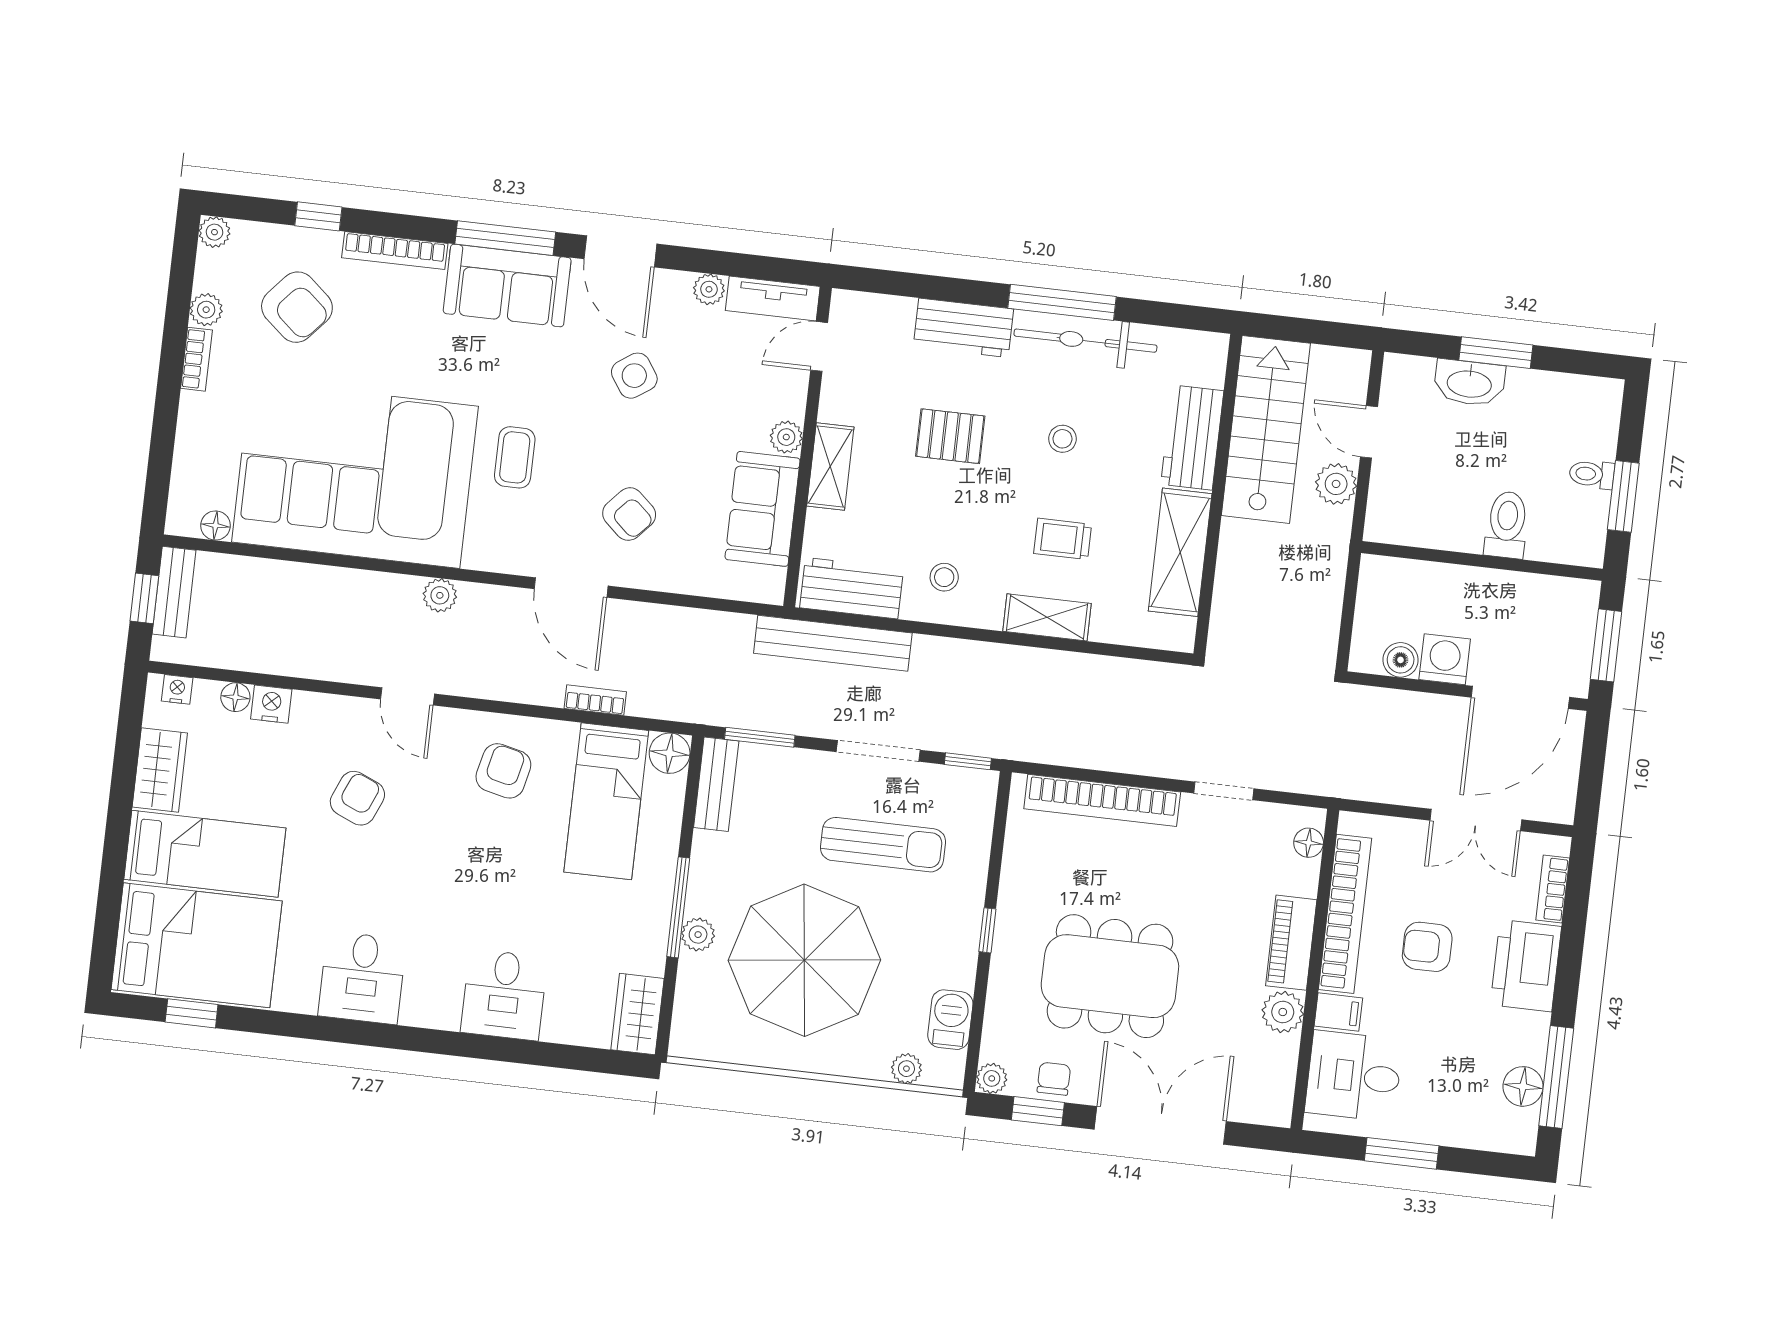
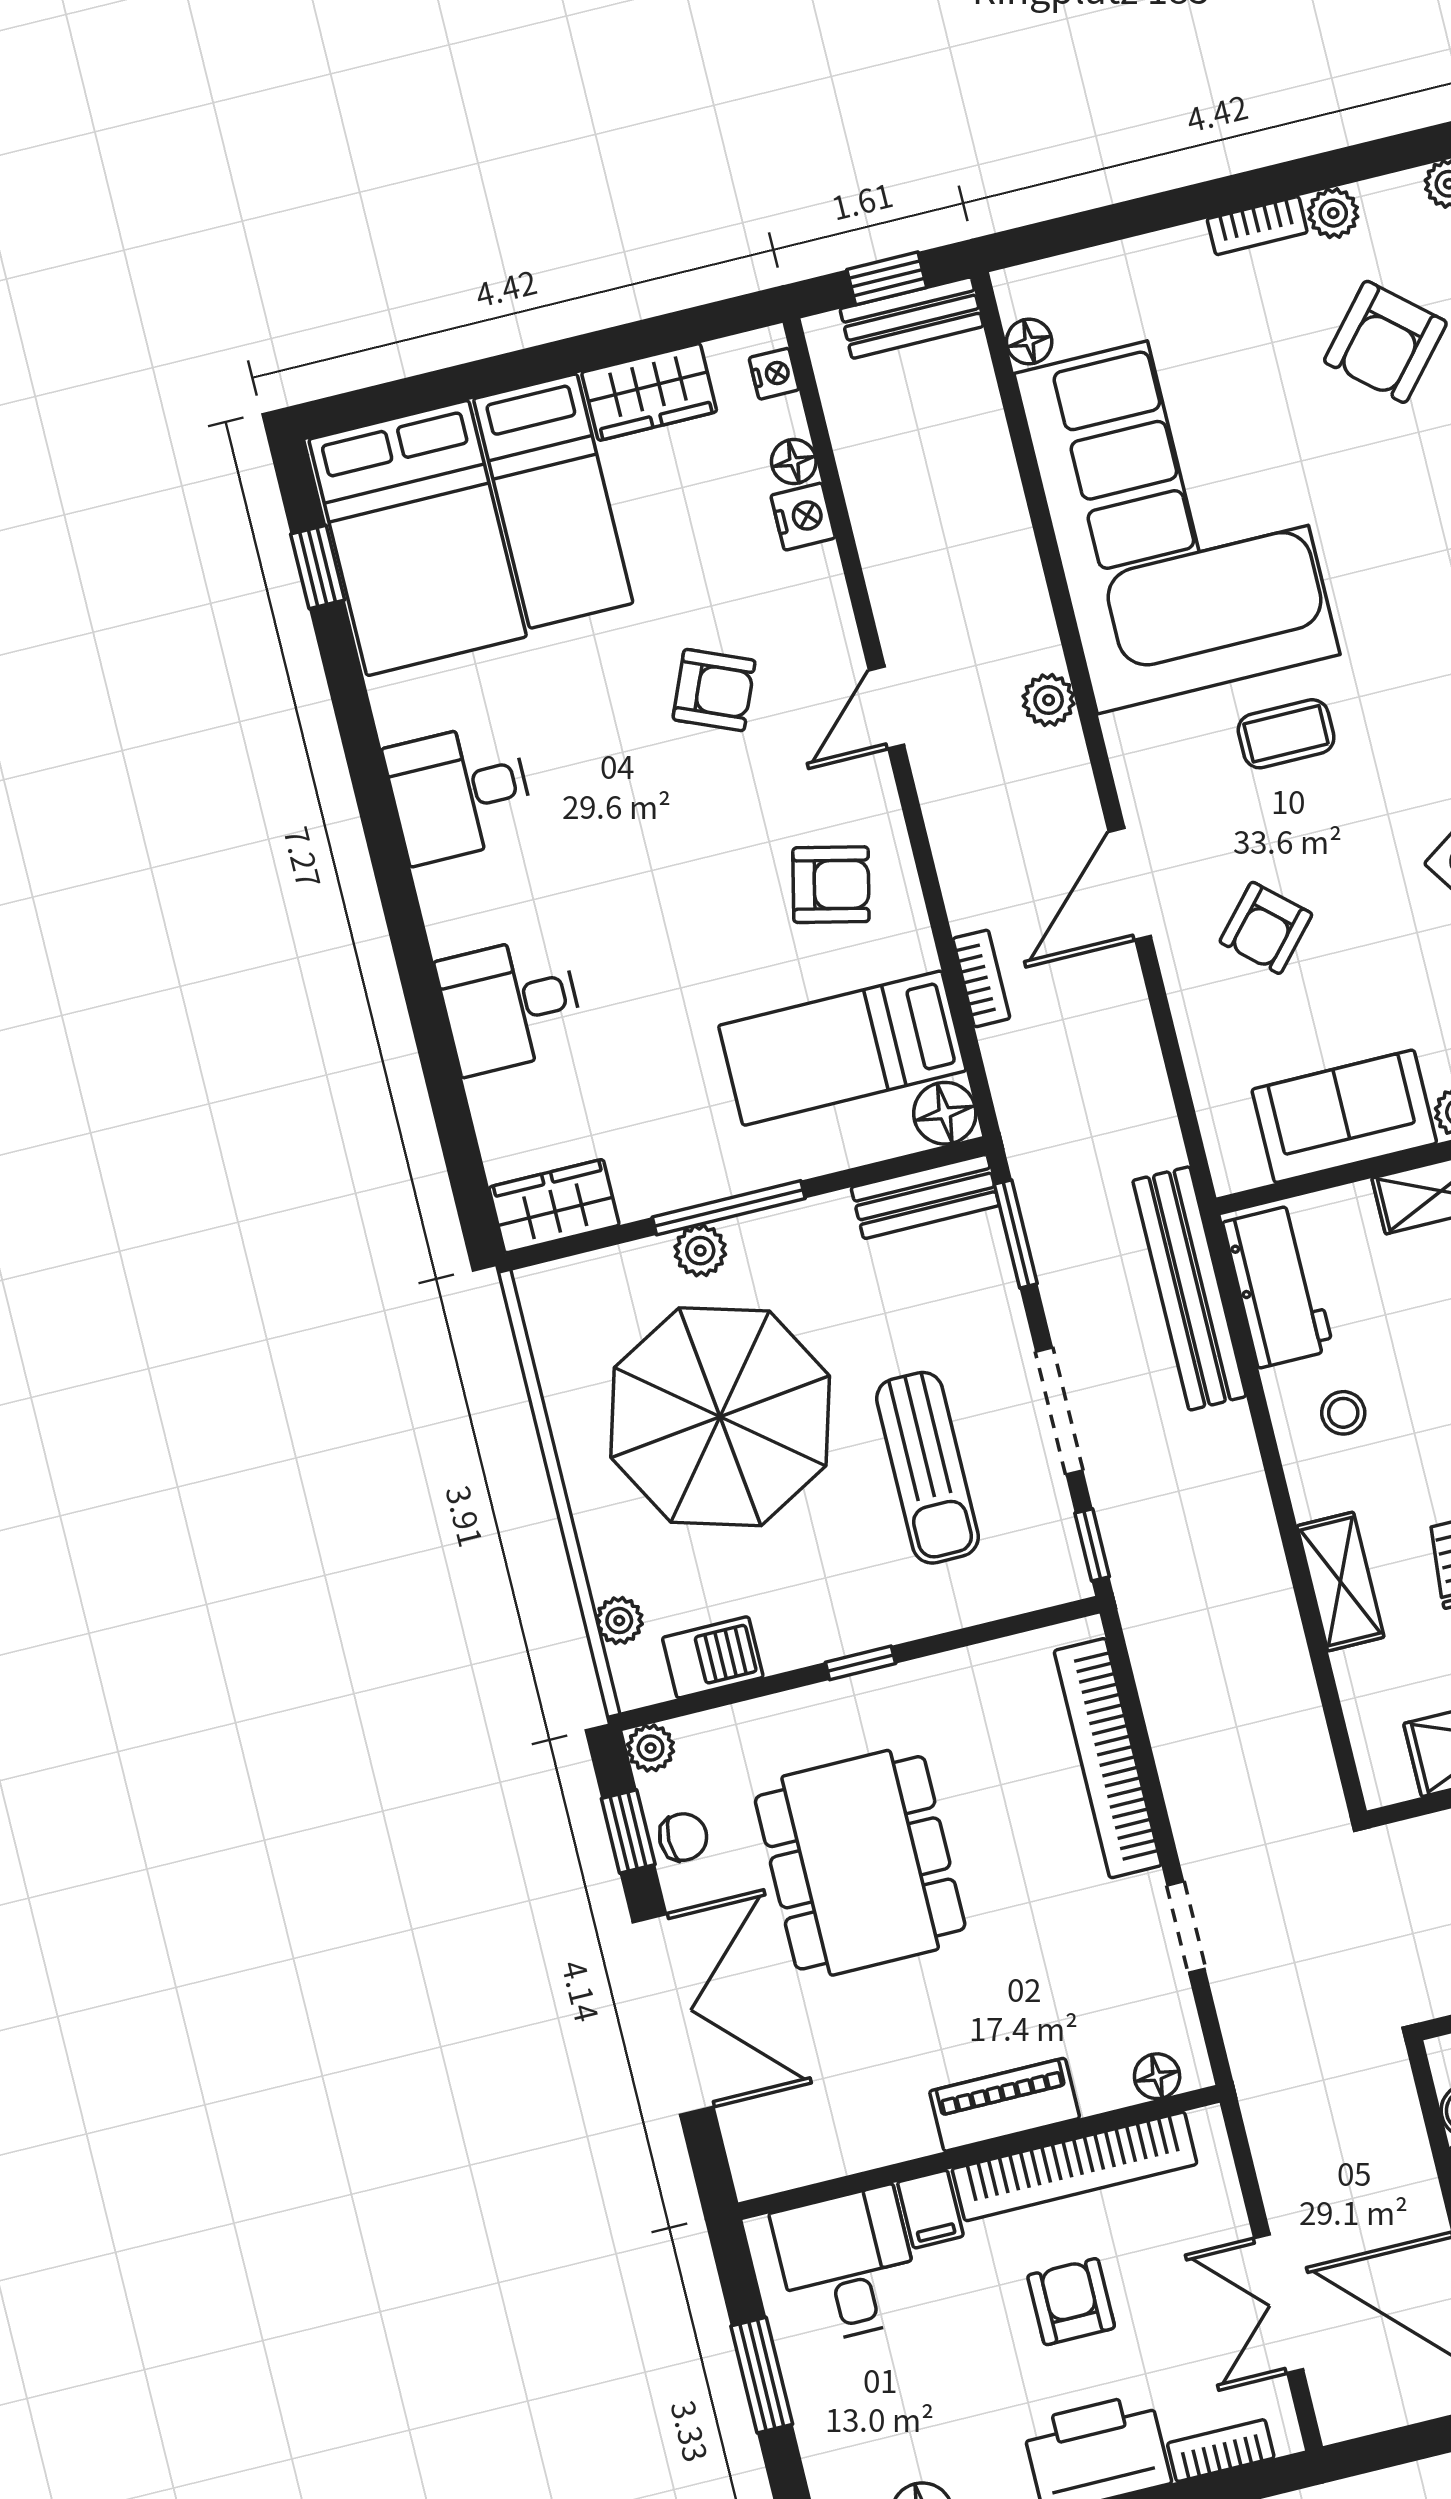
plant: (1283, 1012) -> (901, 2129), removed

